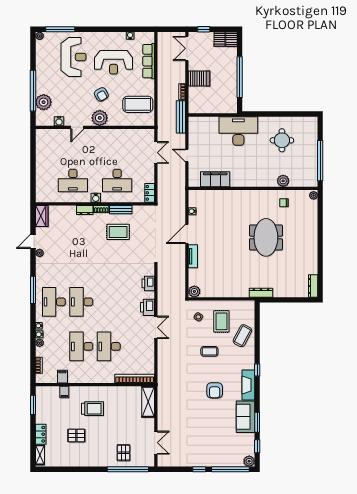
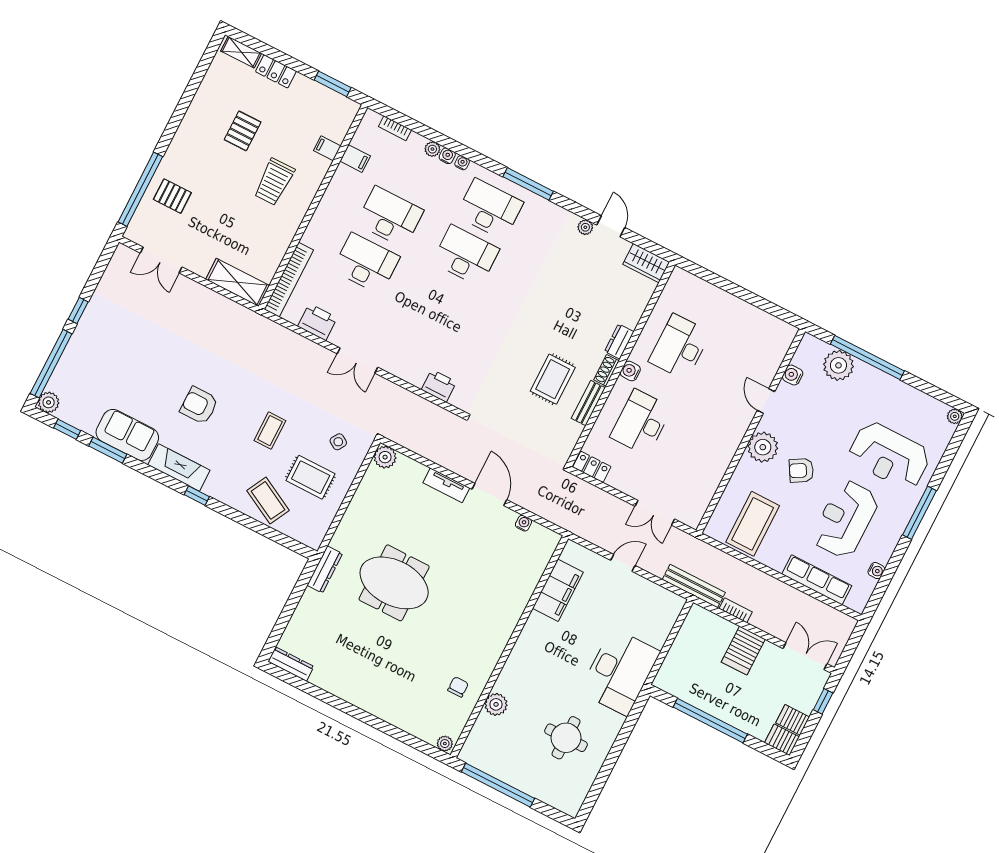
window: (60, 29) -> (920, 513), moved
meeting table: (266, 237) -> (394, 583), moved
printer: (148, 307) -> (317, 322), moved

